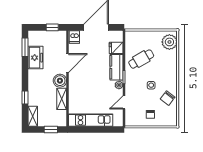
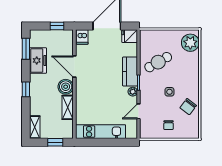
fridge: (116, 48) -> (130, 36), moved
door: (68, 63) -> (74, 67), swing flipped
window: (25, 98) -> (26, 89), moved

